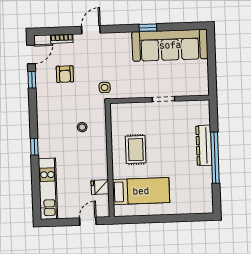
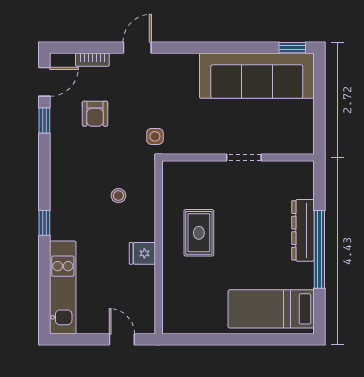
window: (148, 28) -> (292, 48), moved
fridge: (100, 187) -> (142, 253), moved
bed: (141, 191) -> (271, 309), moved, turned 180
door: (88, 221) -> (122, 339), hinge flipped

